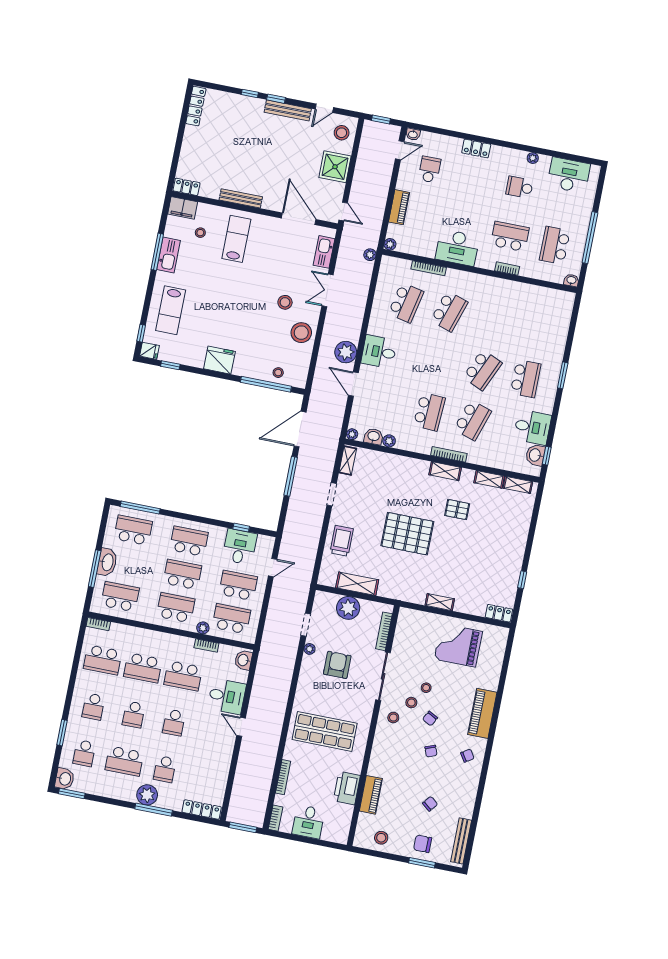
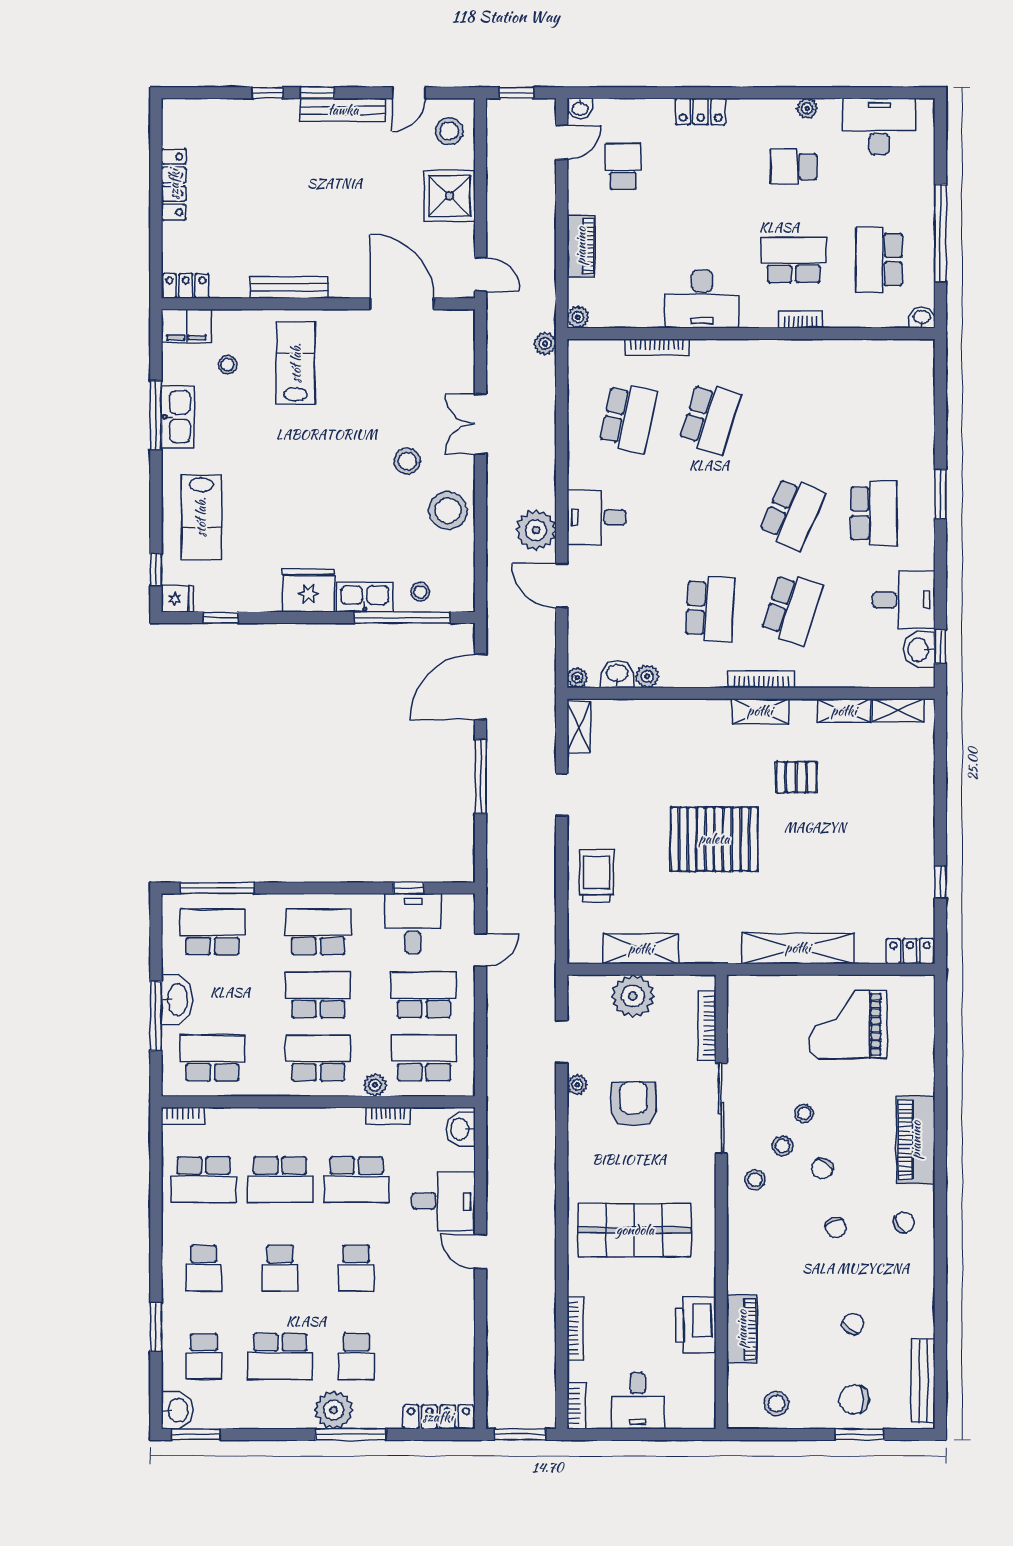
locker: (196, 106) -> (174, 184), moved
kitchen sink: (324, 252) -> (365, 597), moved, turned 90
shelving: (440, 602) -> (798, 948), width x2.20, depth x1.33

